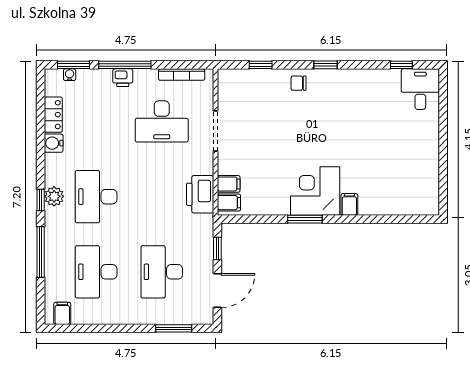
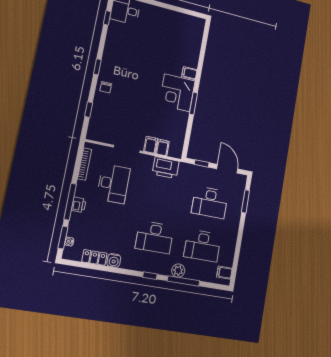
plant: (54, 196) -> (178, 271), moved
filing cabinet: (229, 203) -> (151, 145), moved

